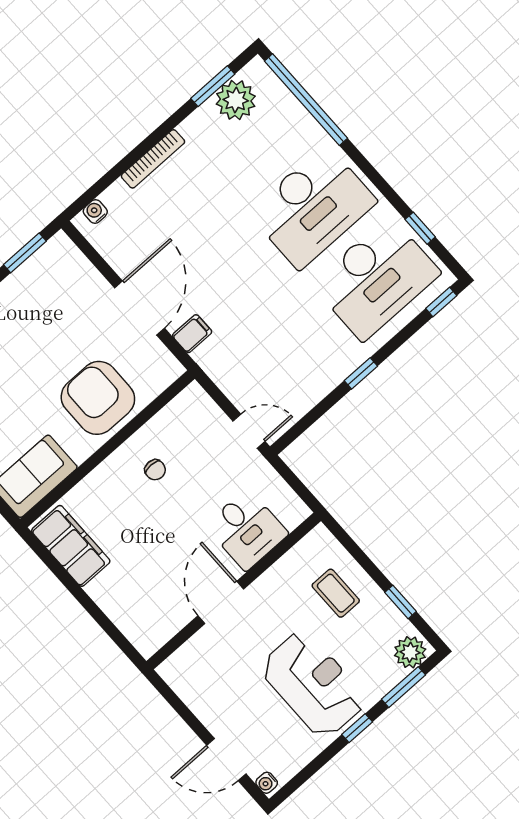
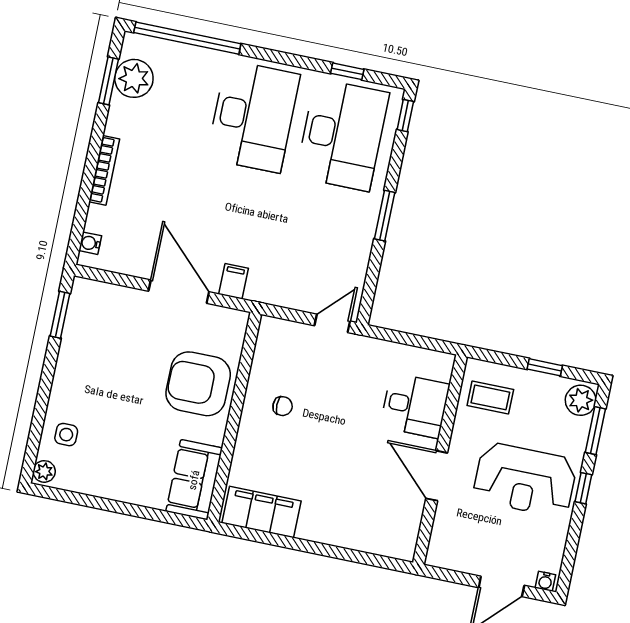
window: (361, 373) -> (385, 216), width x1.50
desk: (247, 530) -> (415, 406), moved
wall: (234, 591) -> (440, 460), moved
door: (221, 602) -> (437, 476), moved
reception desk: (313, 684) -> (525, 480), turned 180

